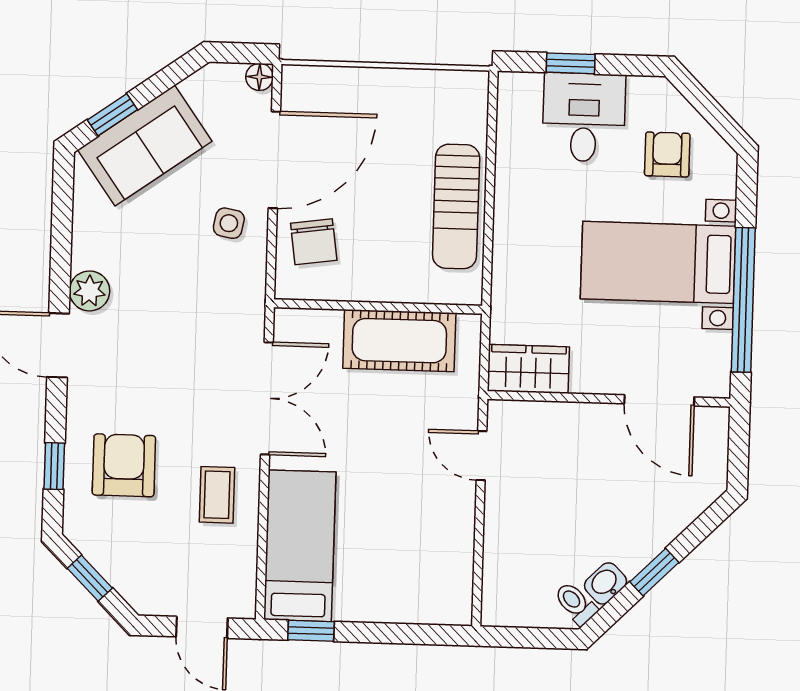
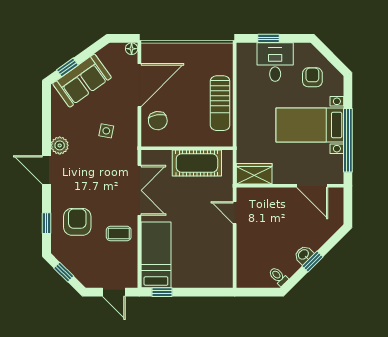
side table: (229, 223) -> (106, 131), moved
coffee table: (217, 495) -> (119, 234), turned 90
washbasin: (606, 583) -> (304, 255), moved

